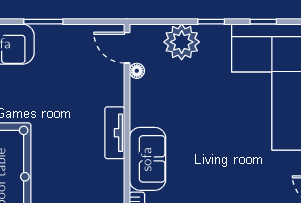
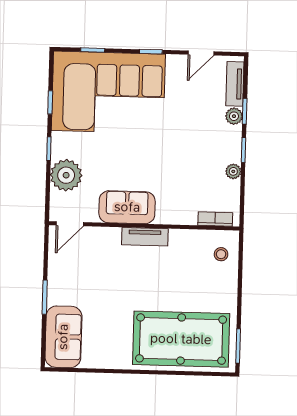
floor lamp: (137, 71) -> (91, 216), removed
sofa: (147, 159) -> (127, 207), moved

